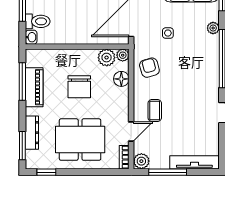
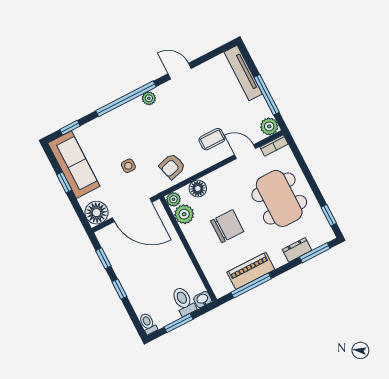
plant: (213, 28) -> (149, 98), moved
dresser: (32, 133) -> (297, 250), width x0.70

